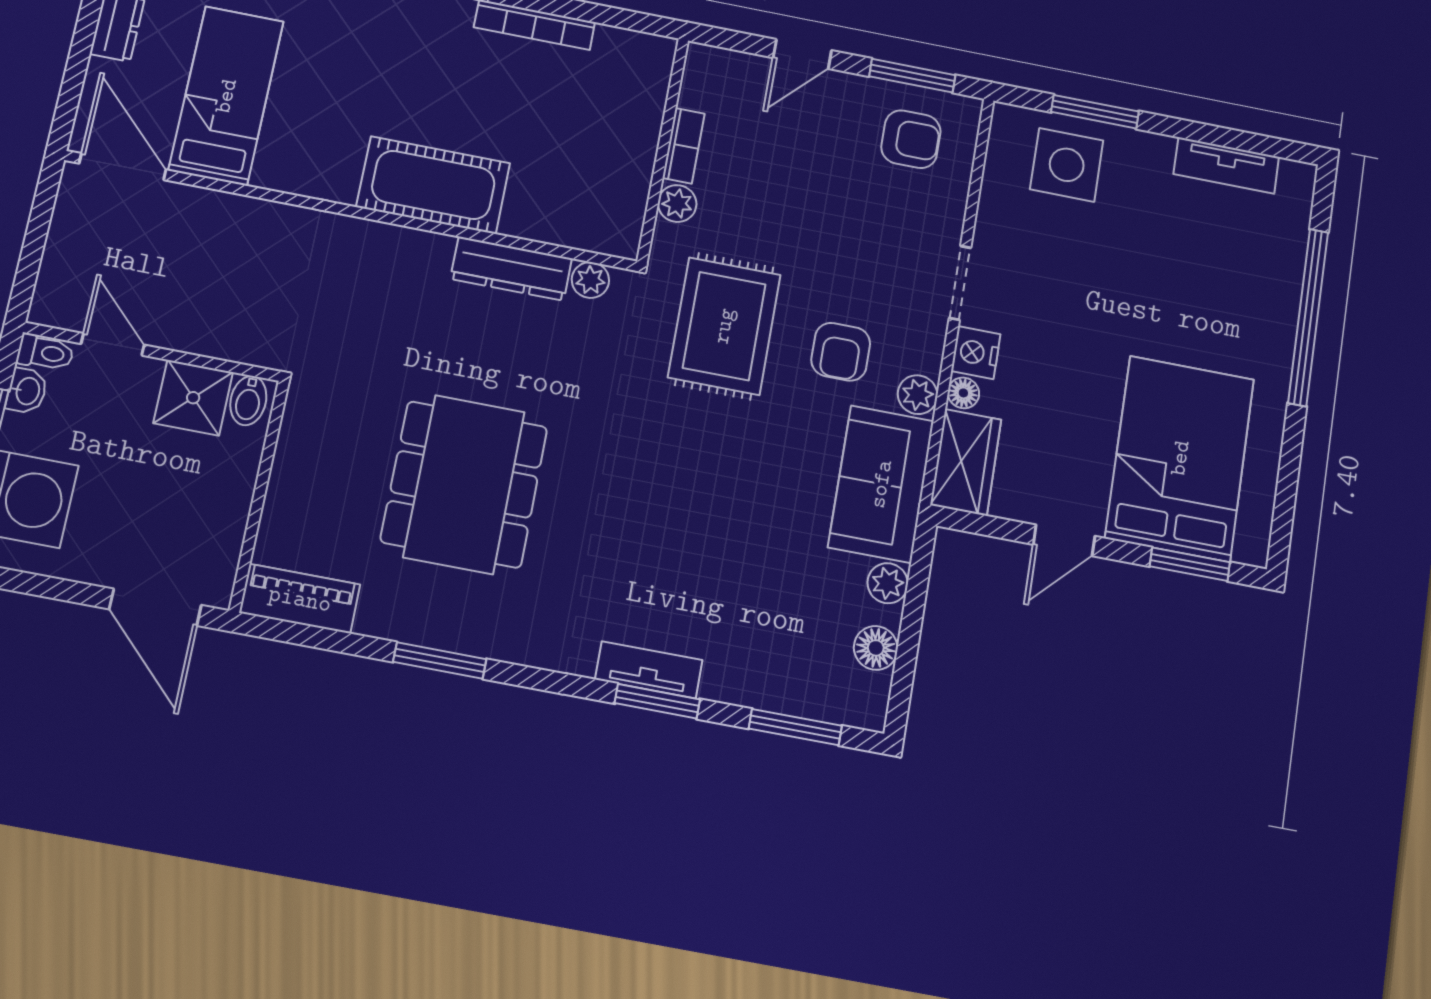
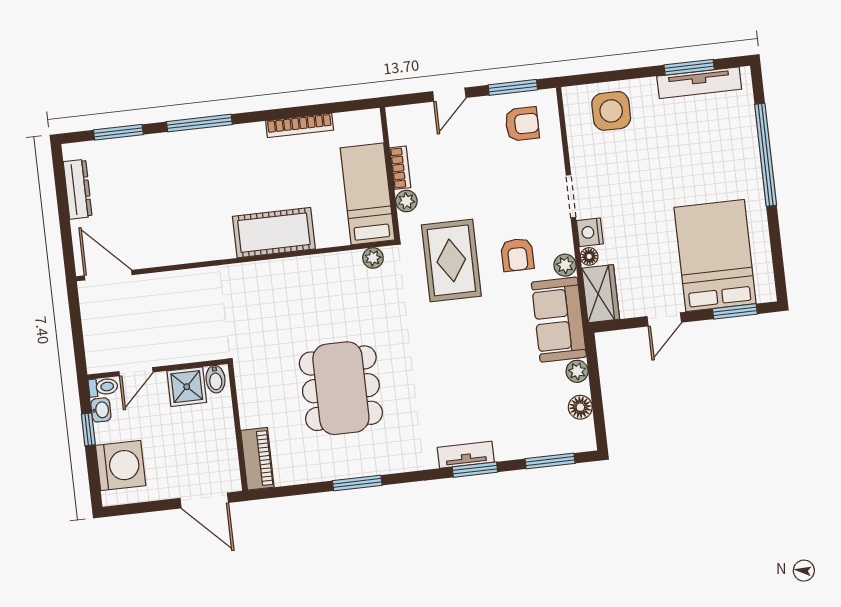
bed: (226, 96) -> (367, 194), moved
window: (1095, 112) -> (689, 67), moved
tv unit: (1226, 165) -> (699, 83), width x1.41
dresser: (511, 269) -> (329, 265), removed
door: (113, 344) -> (136, 372), swing flipped
piano: (300, 599) -> (257, 459), moved, turned 90

